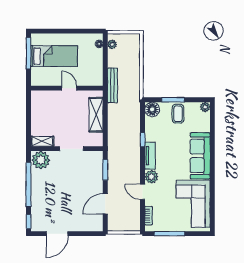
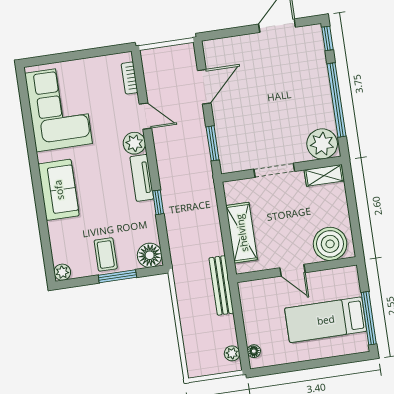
boiler: (45, 100) -> (330, 244), added
sofa: (200, 156) -> (59, 190), width x0.73
window: (169, 234) -> (90, 53), removed

